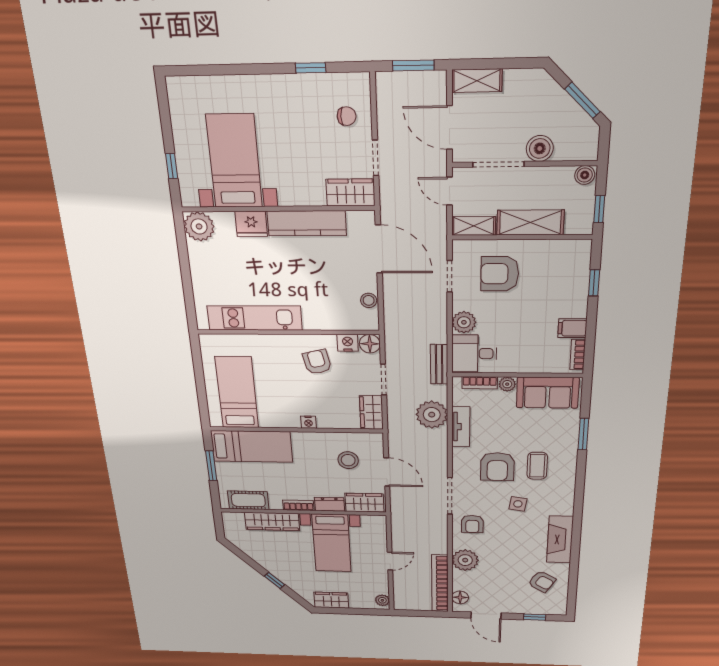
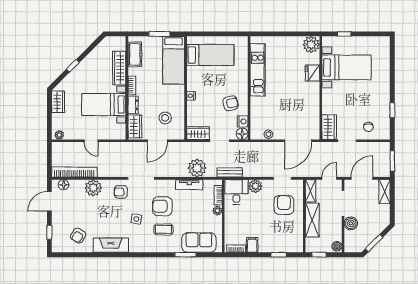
kitchen counter: (307, 223) -> (313, 103), removed
sofa: (548, 393) -> (199, 242), moved, turned 90

